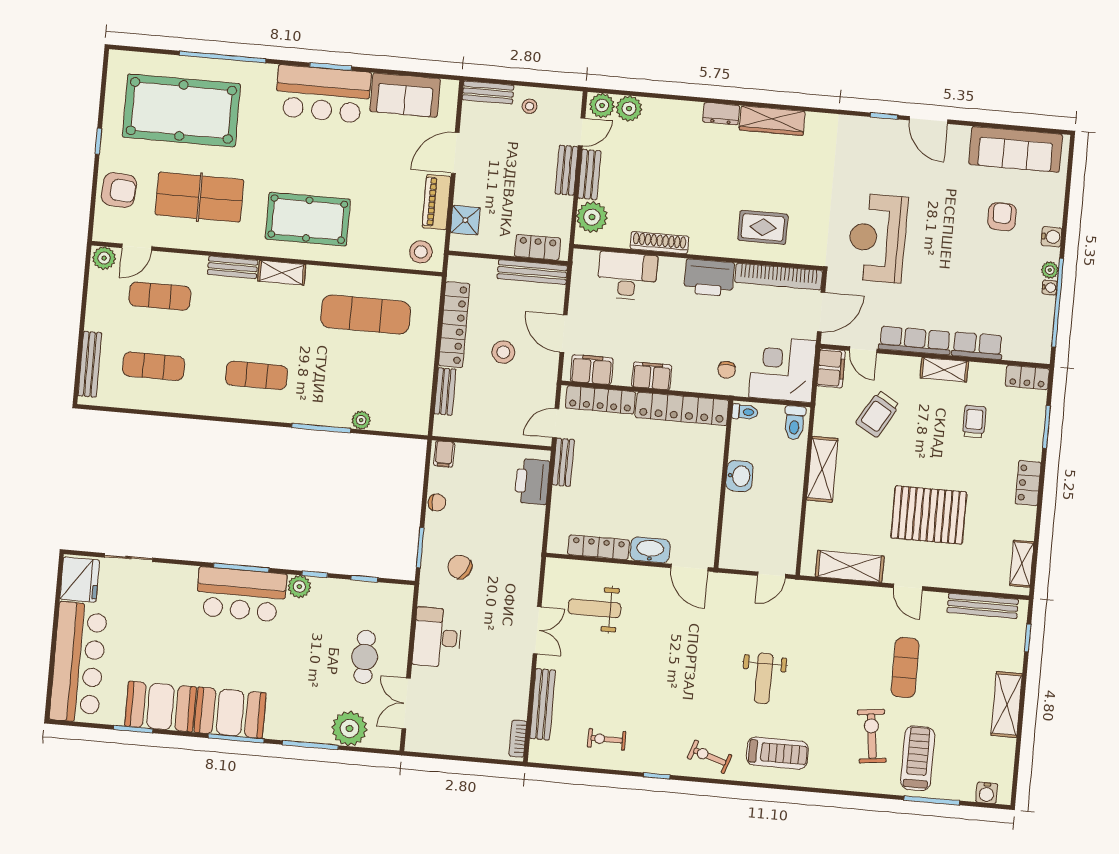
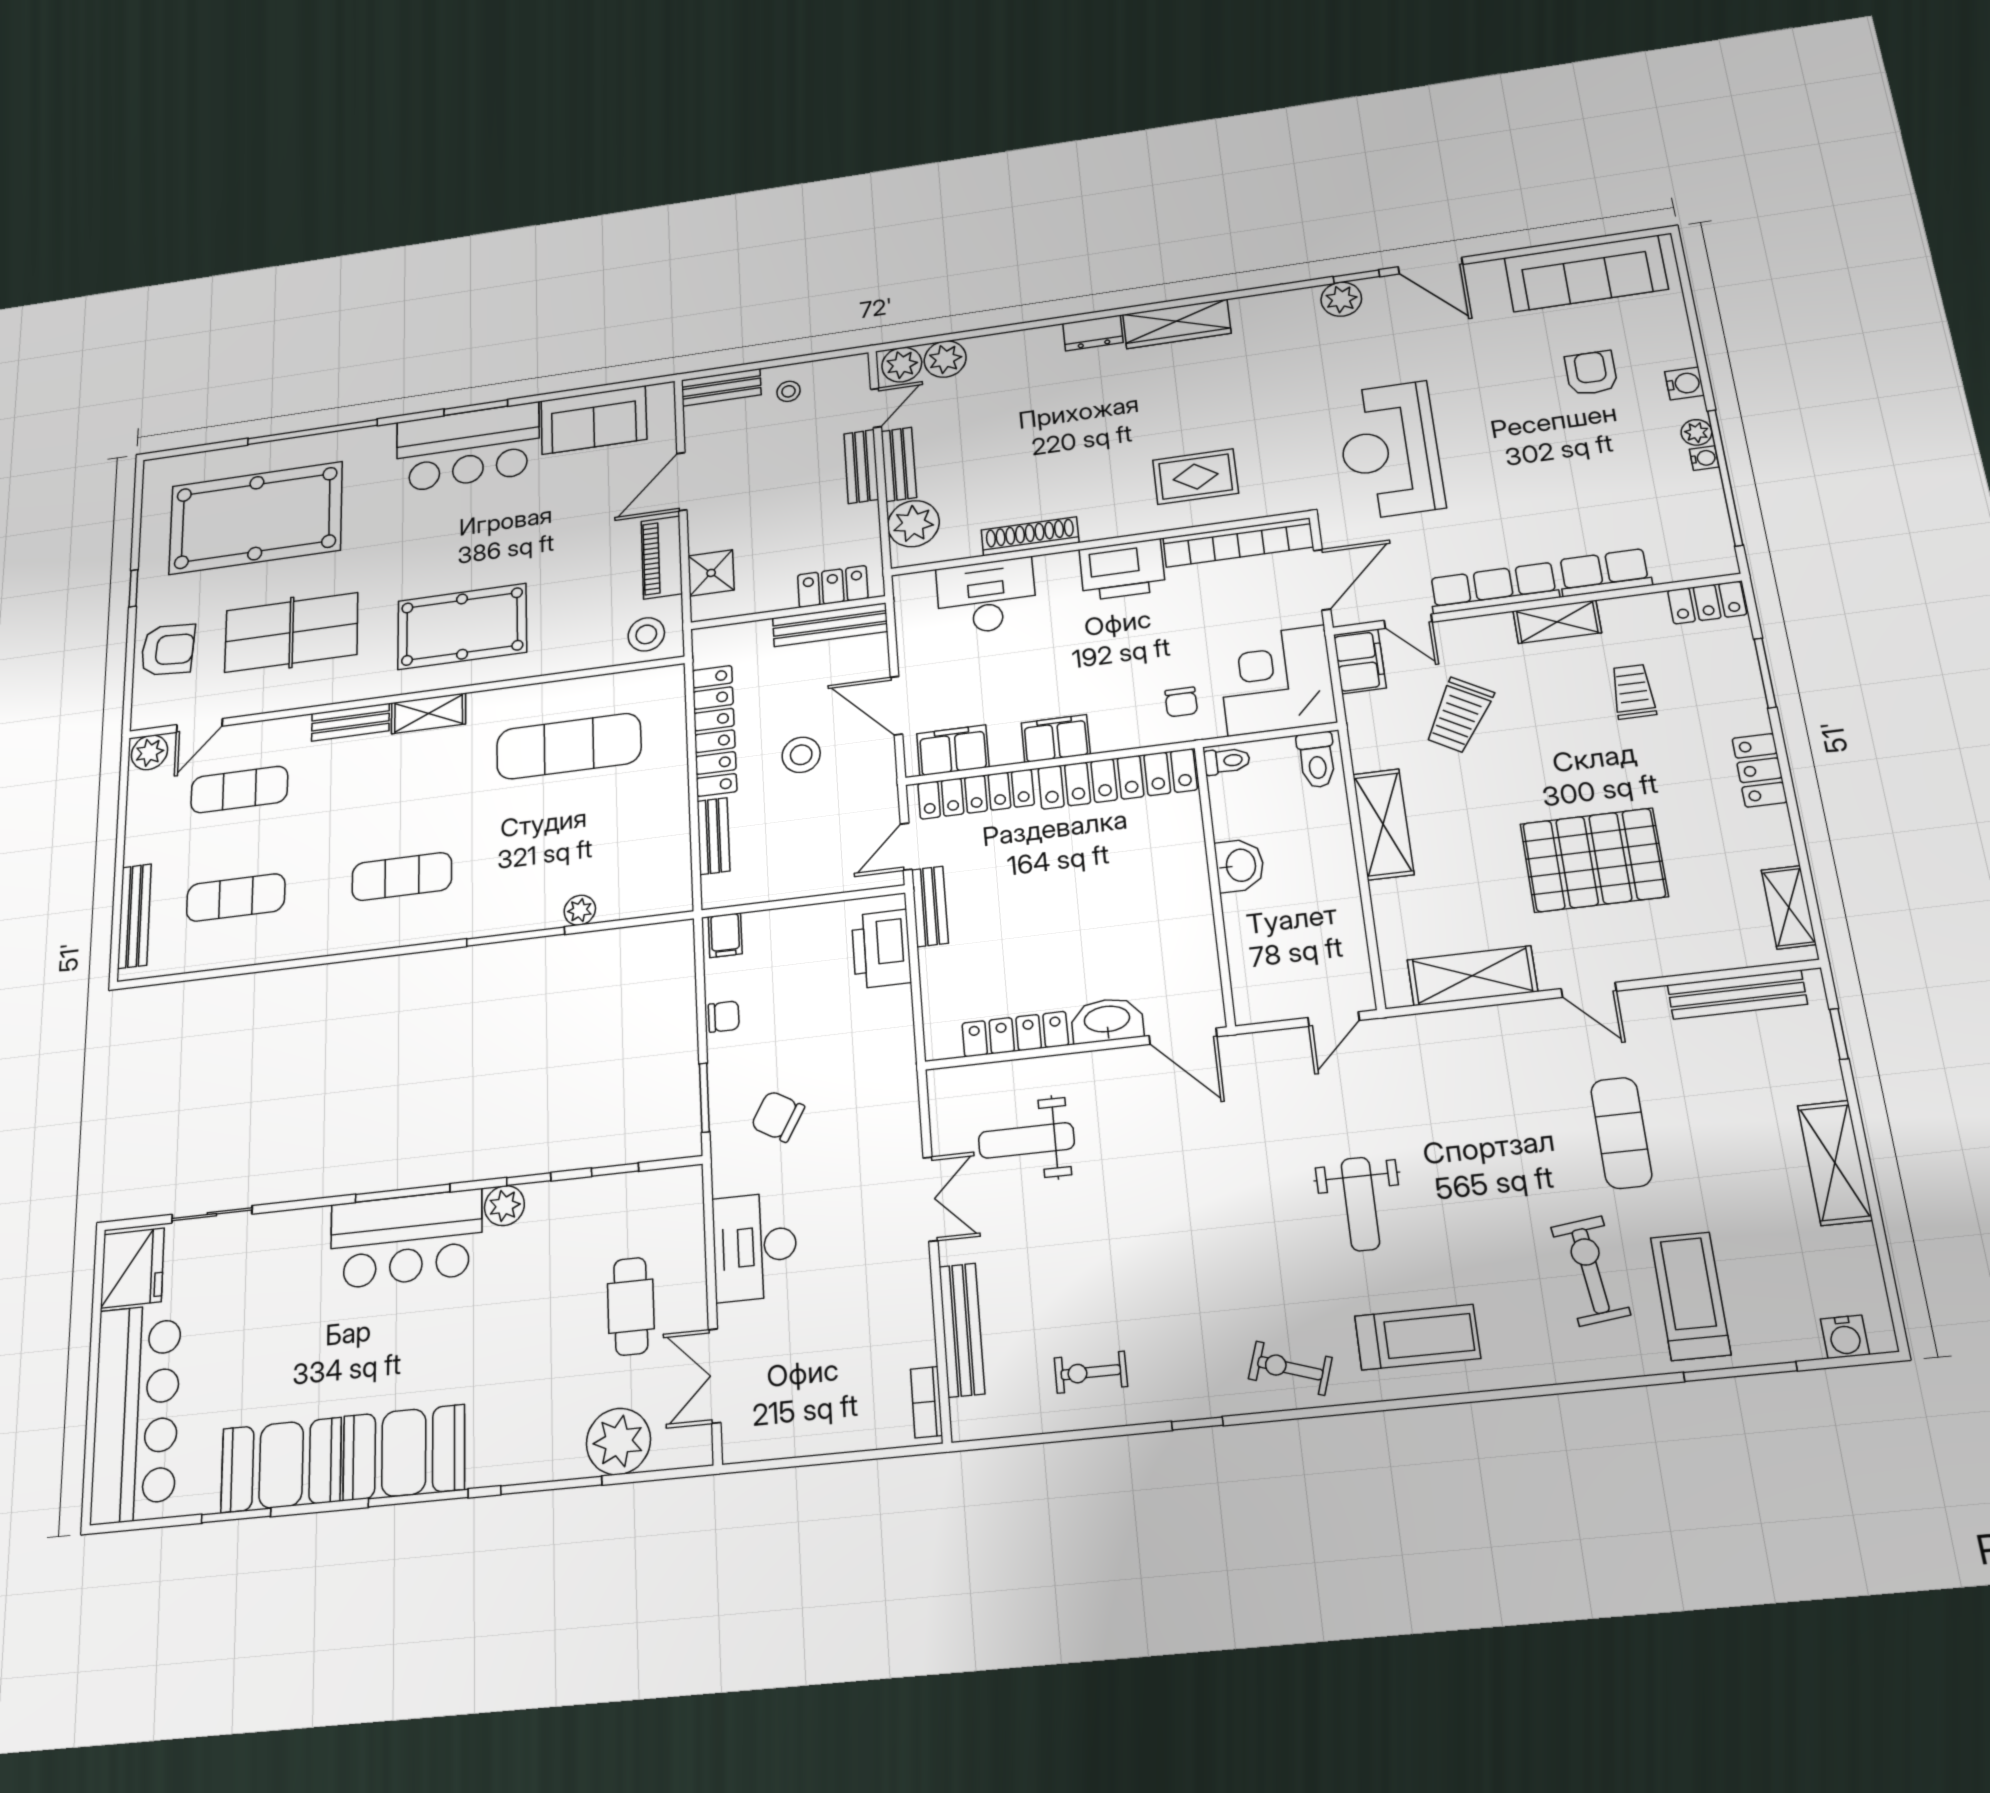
plant: (872, 129) -> (1341, 299), added

